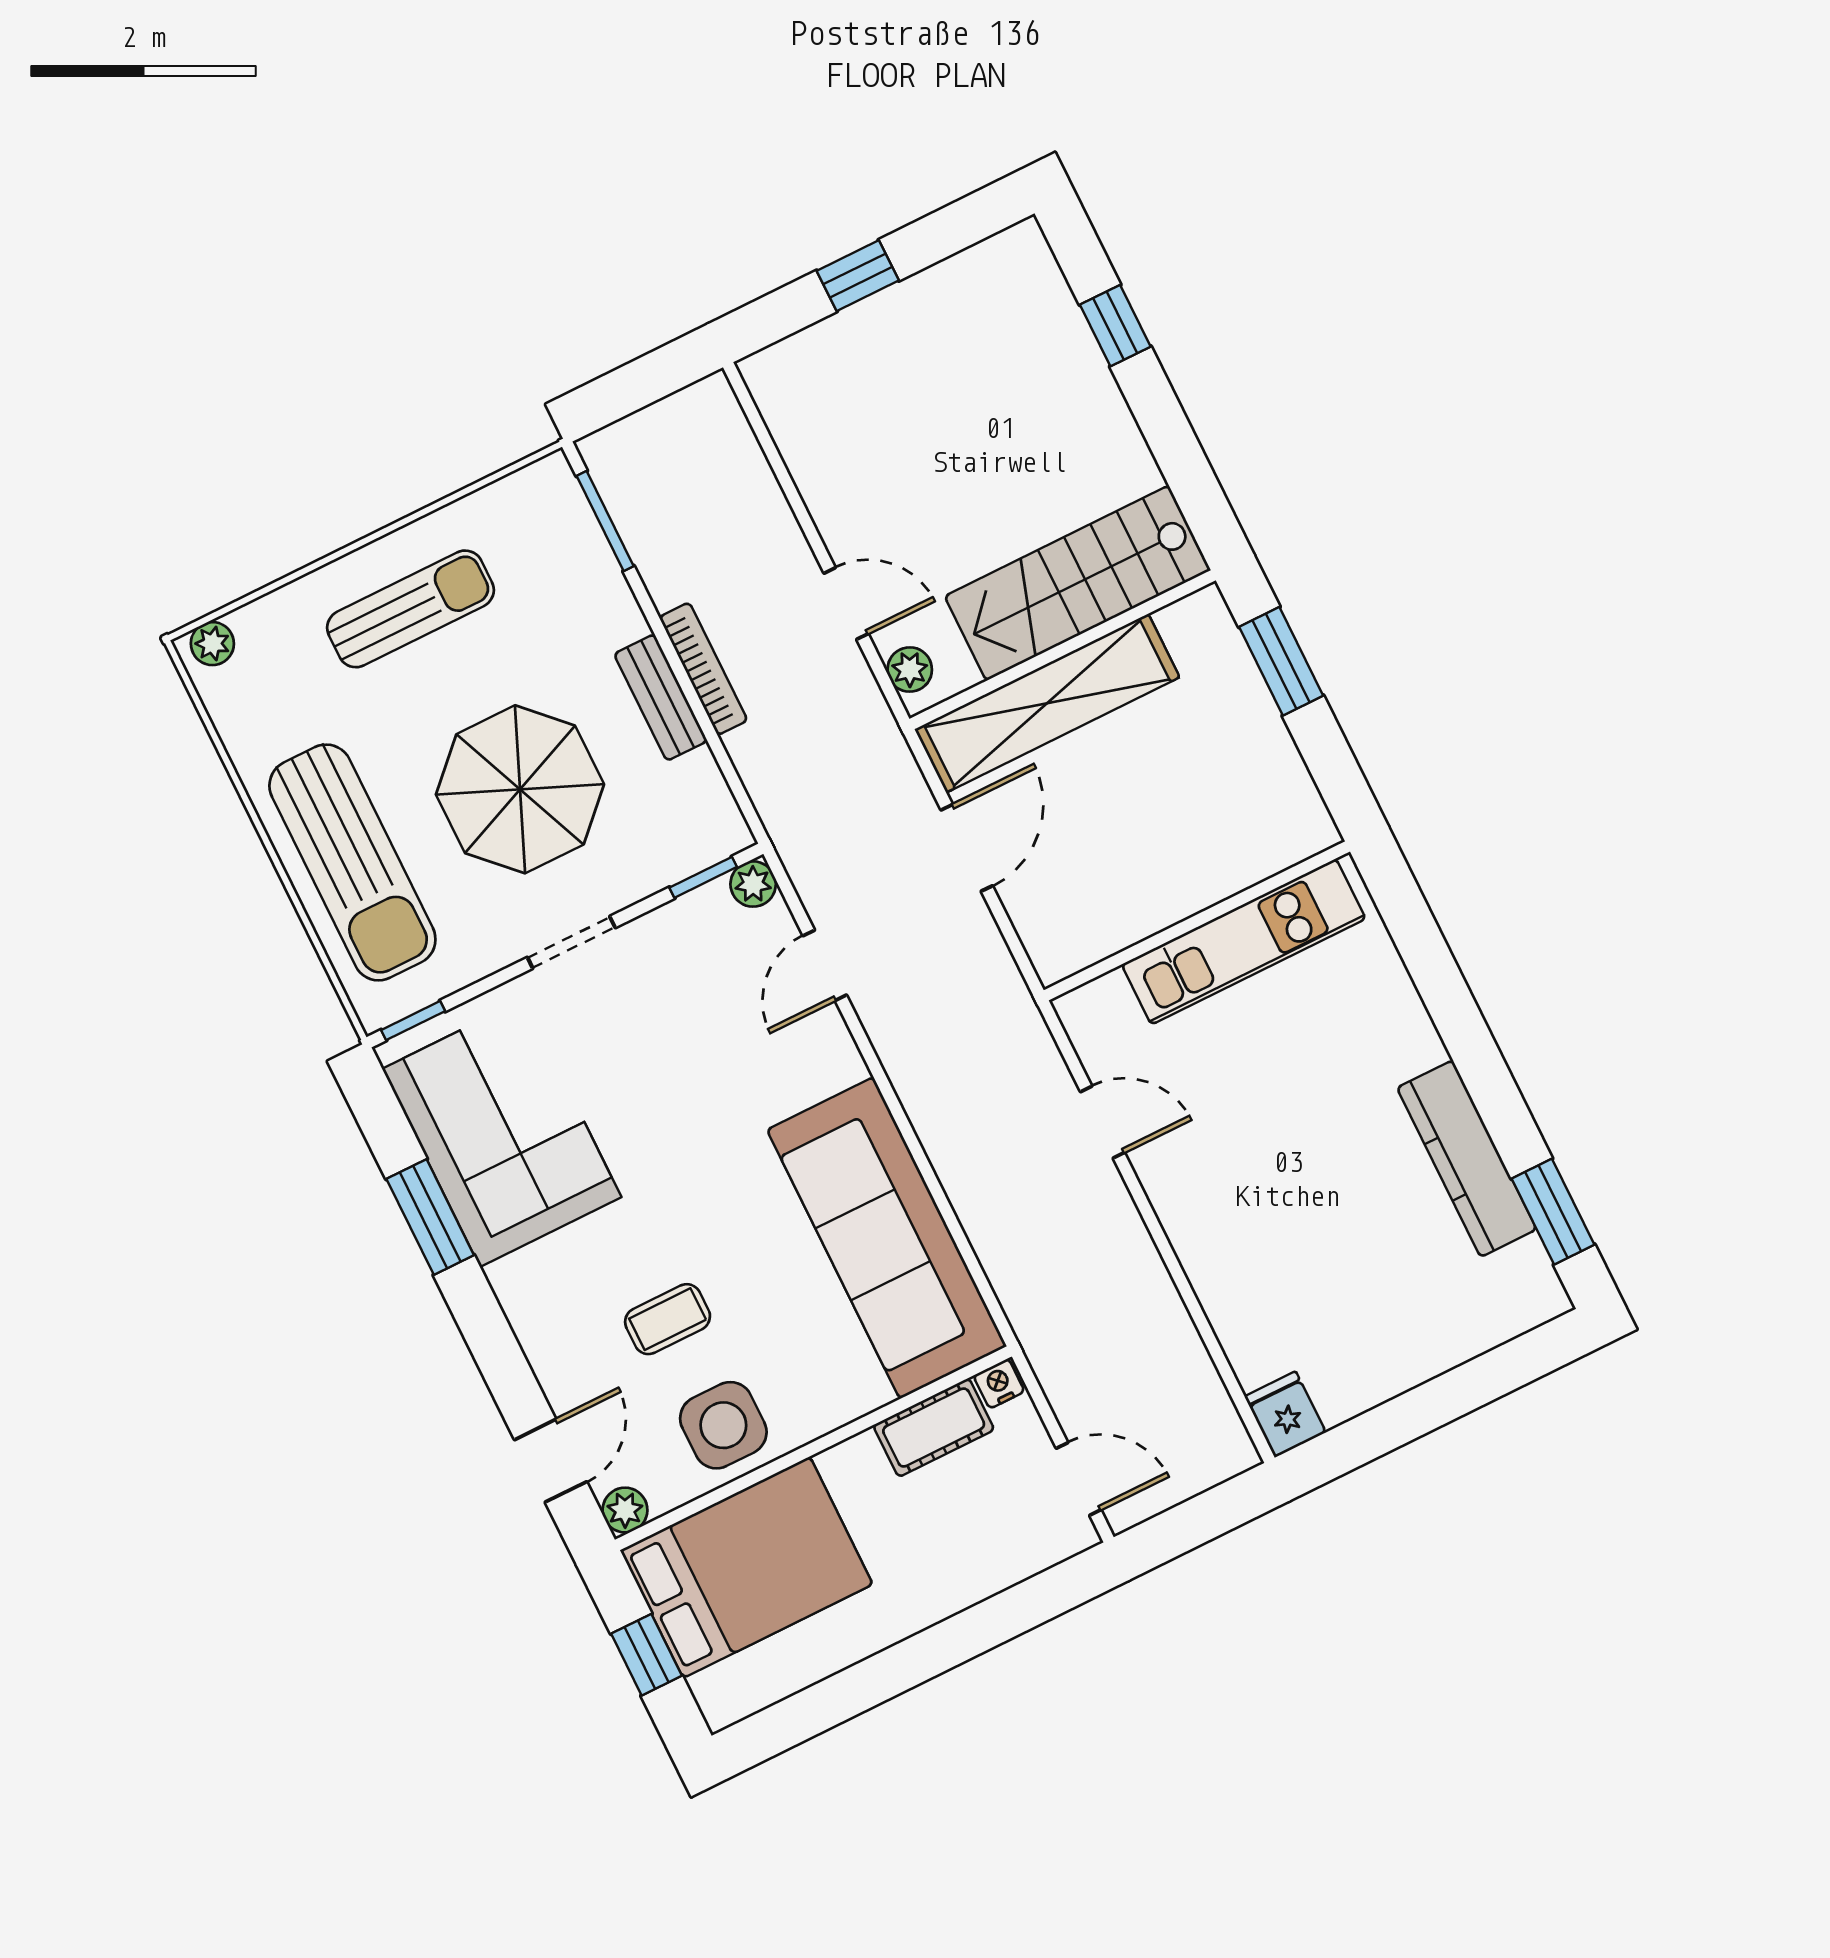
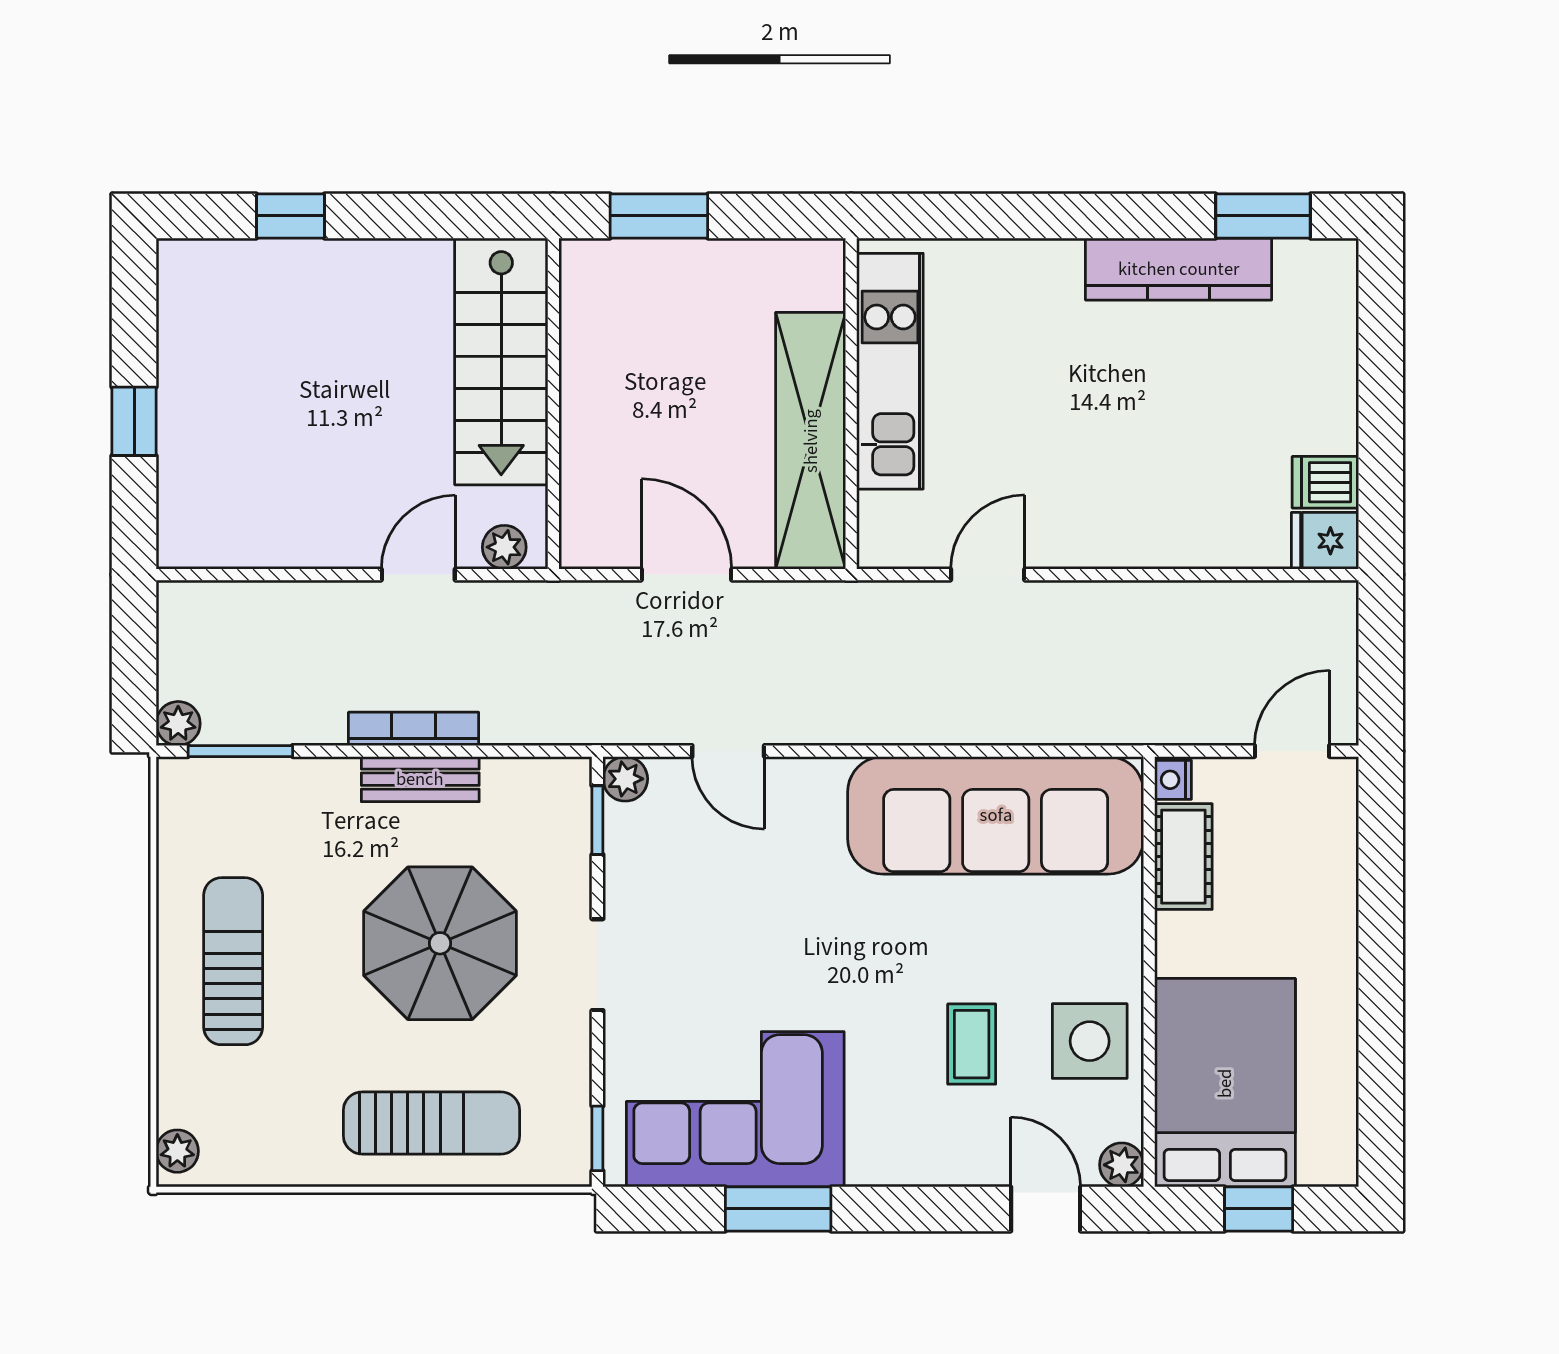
plant: (602, 452) -> (178, 724), added
shelving: (1047, 703) -> (811, 441), moved
sun lounger: (352, 862) -> (431, 1123), width x0.73, depth x0.75
dishwasher: (1339, 1388) -> (1325, 482), added

